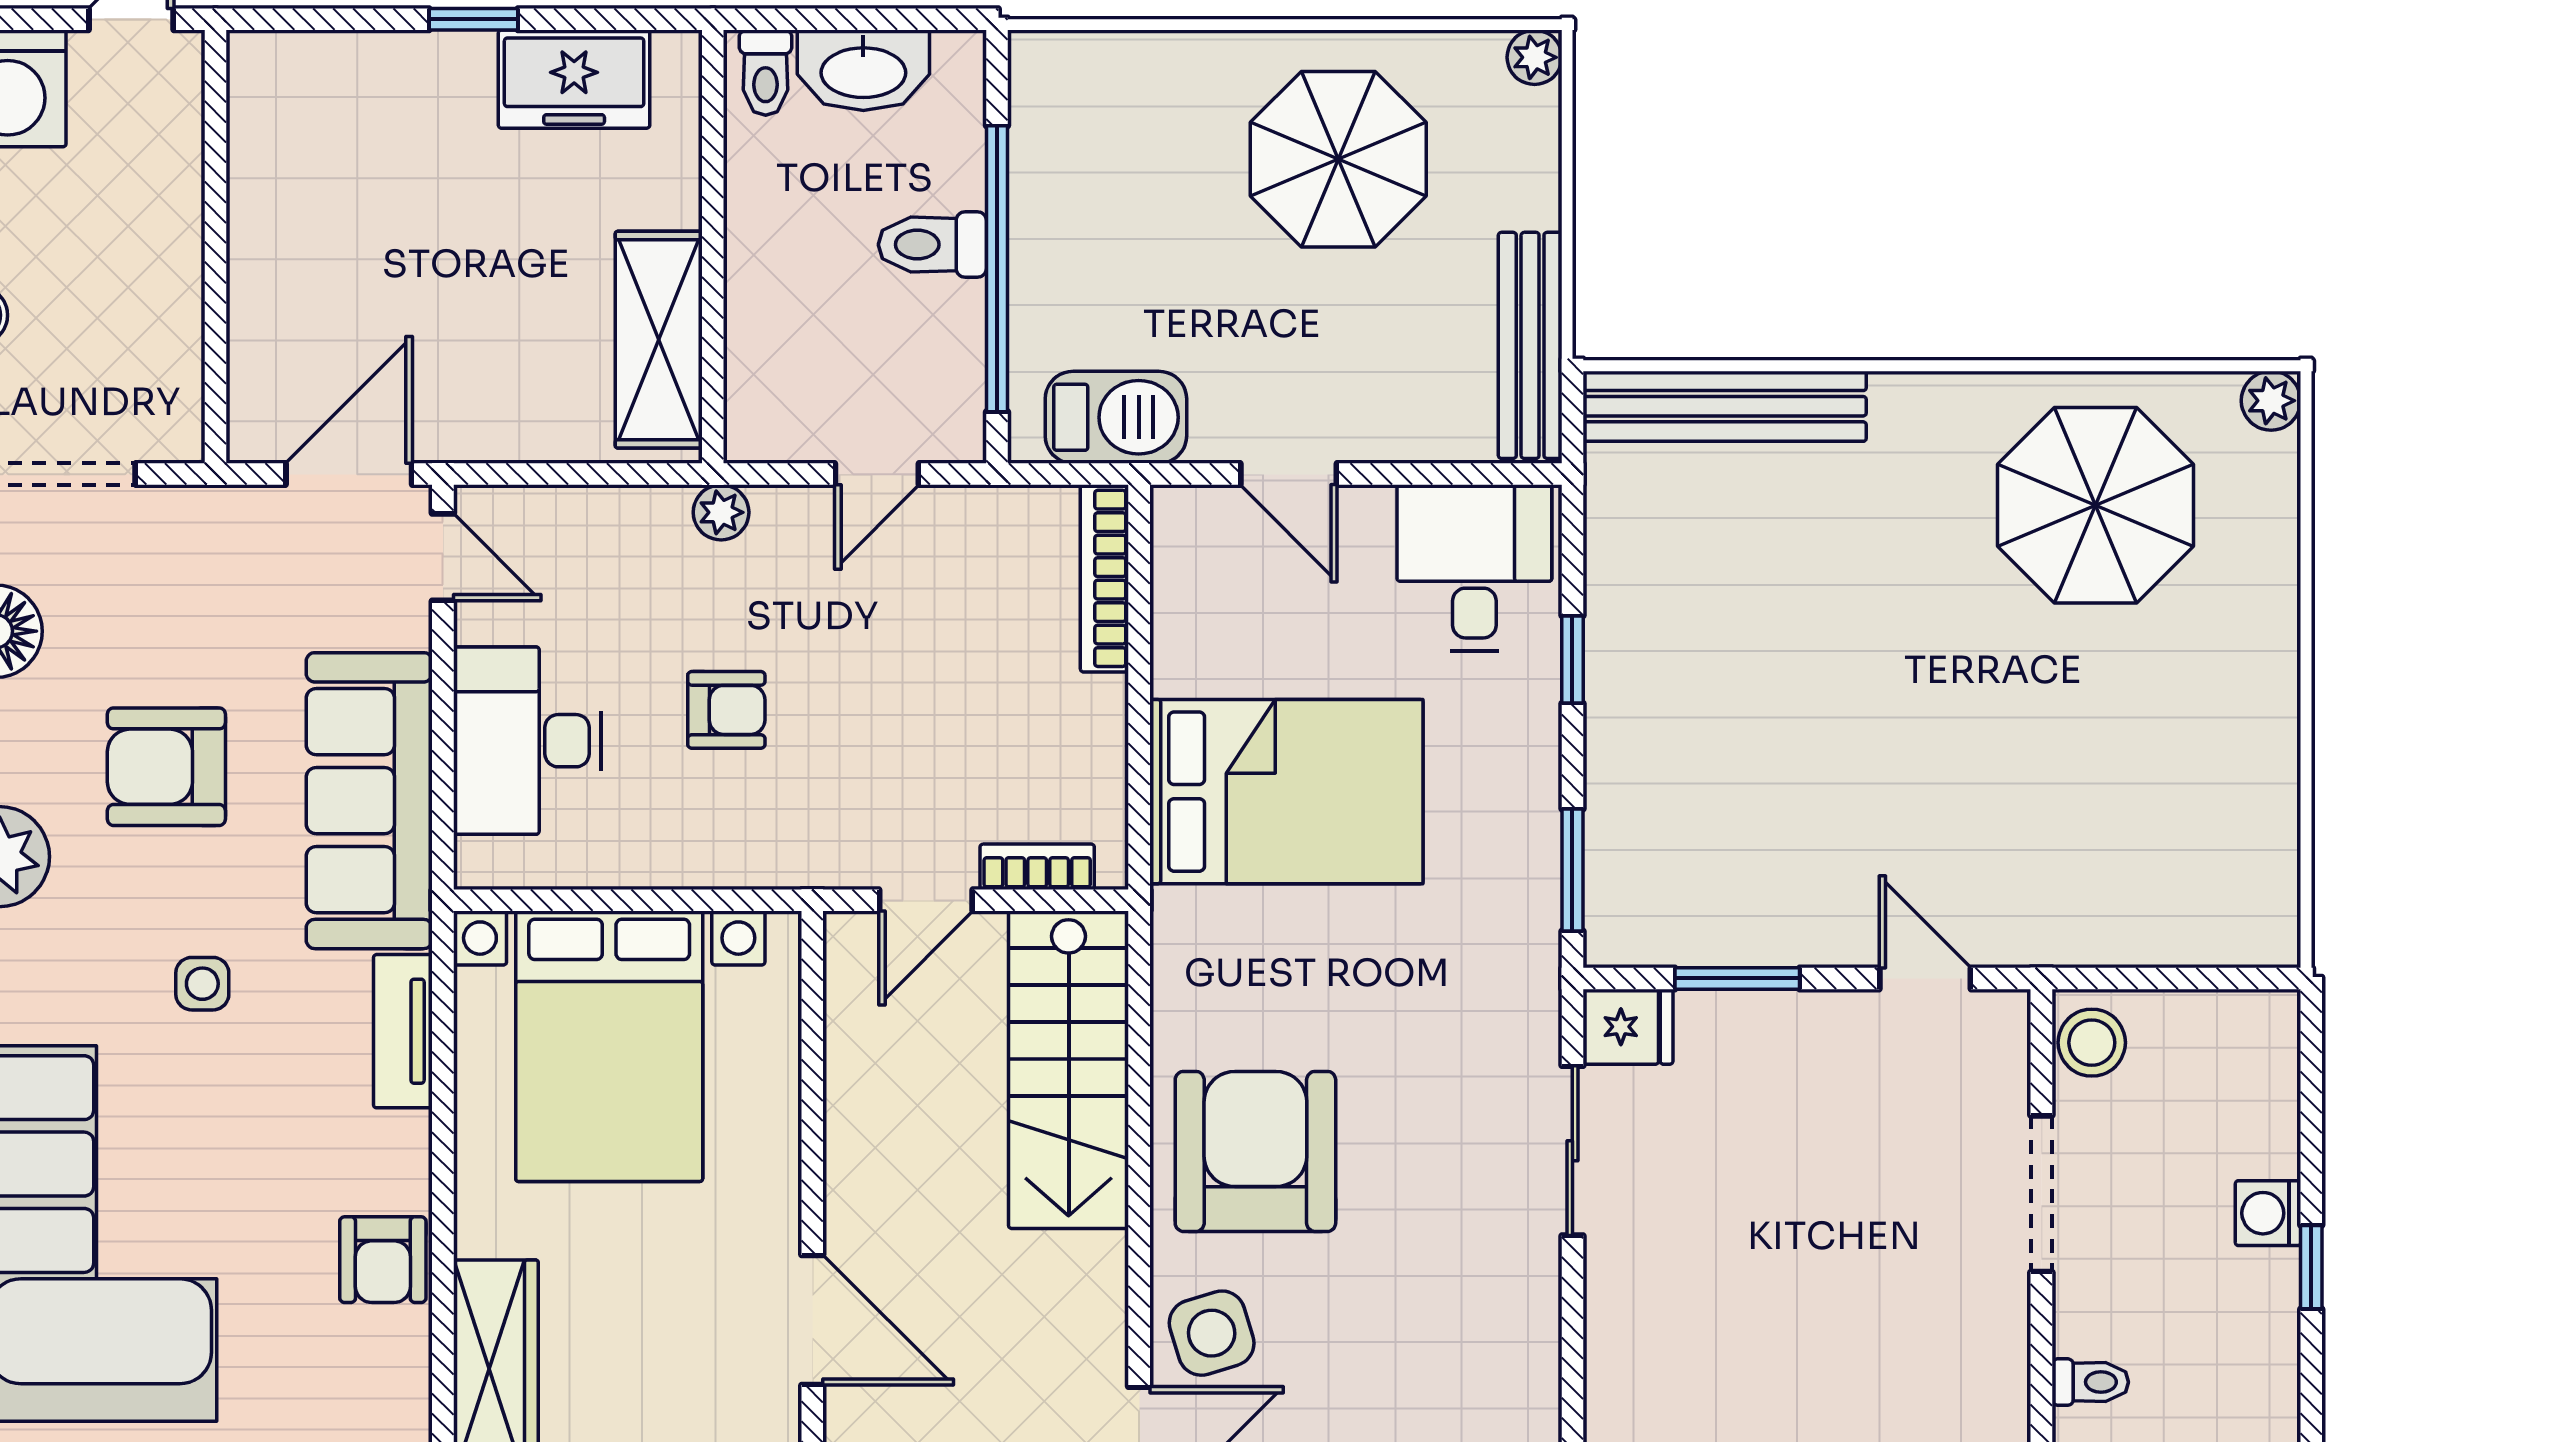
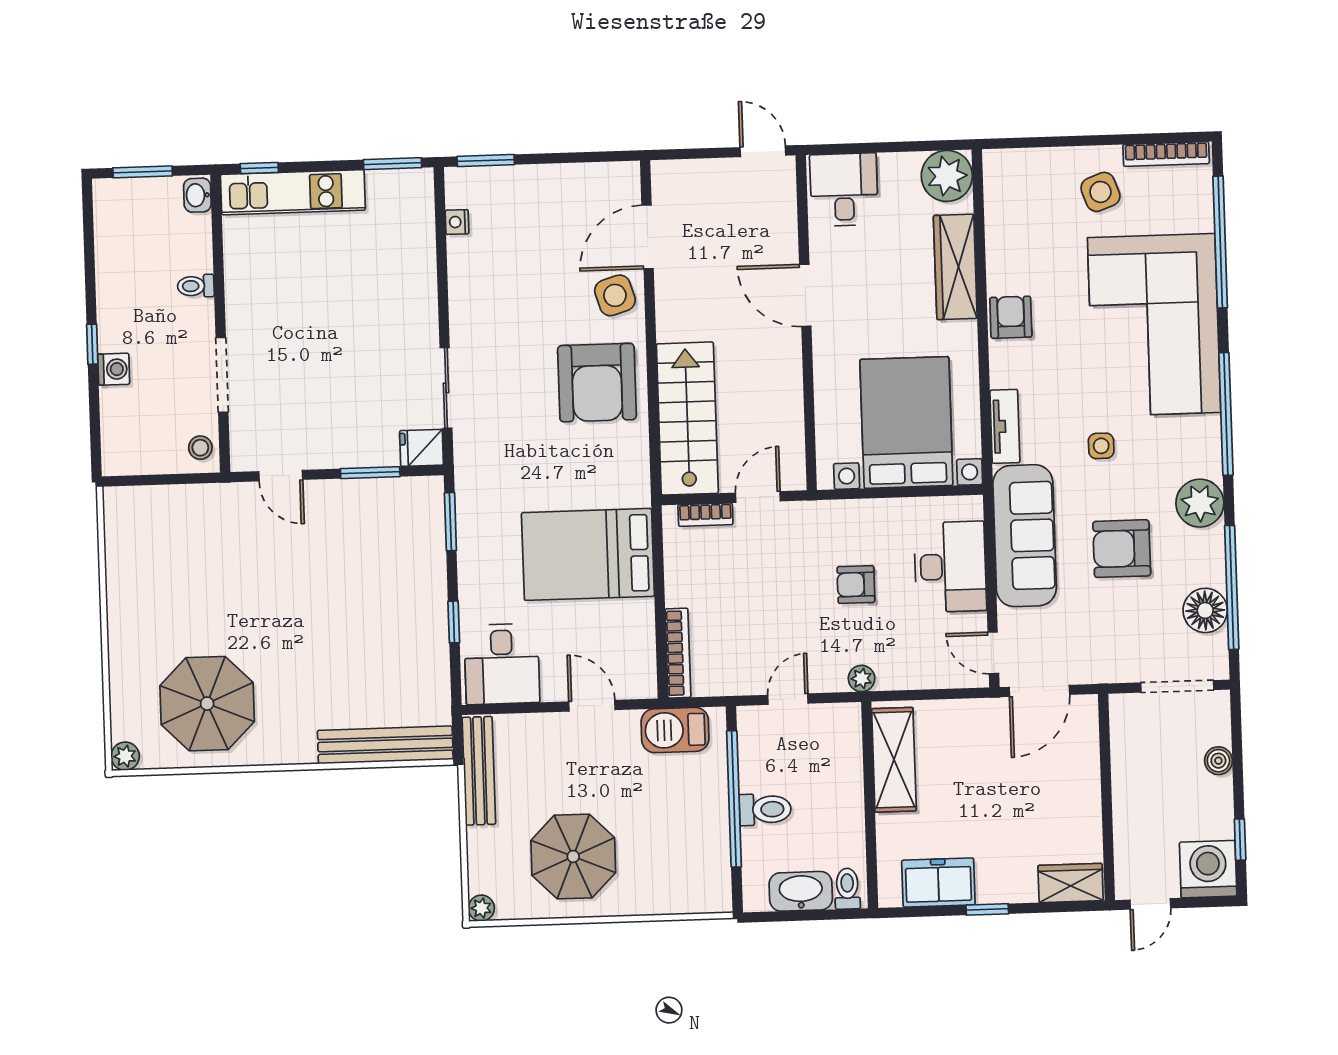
wardrobe: (297, 69) -> (1071, 883), added
armchair: (166, 767) -> (1122, 549), turned 180
stool: (2092, 1043) -> (200, 448), width x0.73, depth x0.73

